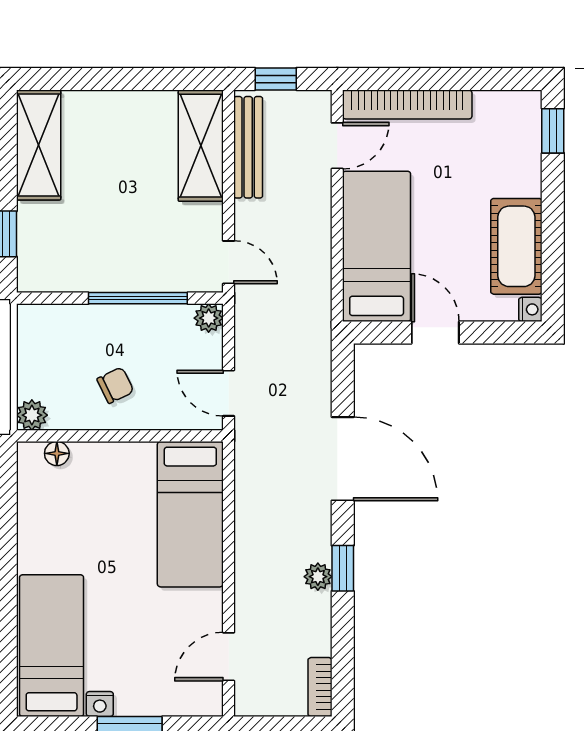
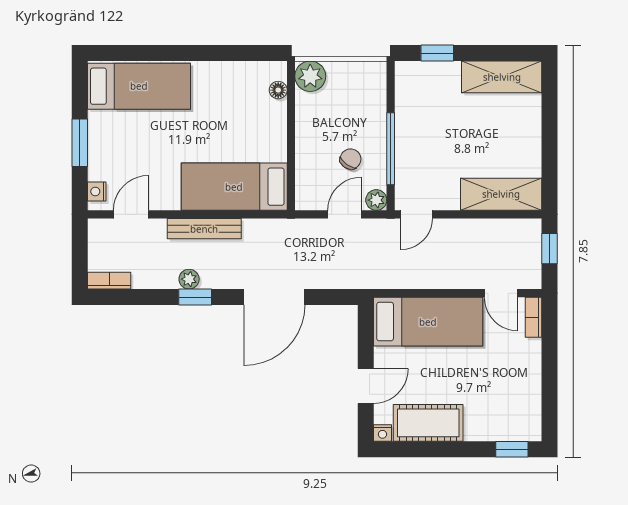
bookcase: (407, 104) -> (533, 317), width x0.43, depth x0.76
bench: (248, 147) -> (204, 229), moved
door: (435, 333) -> (366, 386), moved
chair: (115, 385) -> (351, 159), moved, turned -119
door: (229, 393) -> (344, 214), moved
plant: (32, 415) -> (310, 76), width x1.38, depth x1.38
door: (229, 657) -> (131, 214), hinge flipped
nightstand: (100, 704) -> (97, 191), moved

